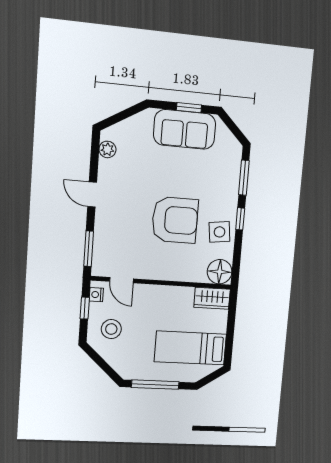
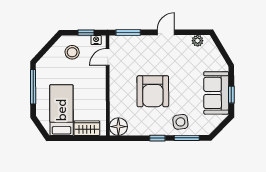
side table: (220, 232) -> (180, 122), moved
wardrobe: (212, 298) -> (87, 128), moved, turned 90

